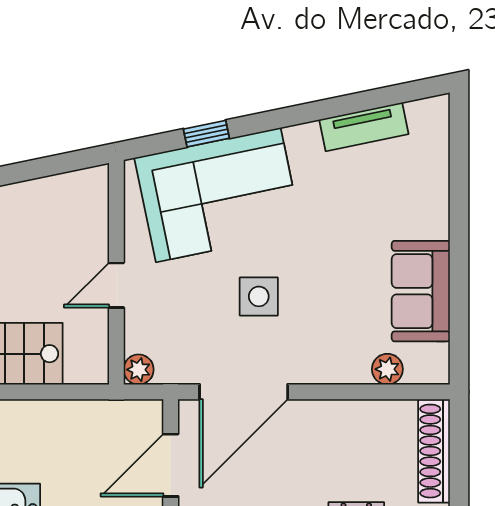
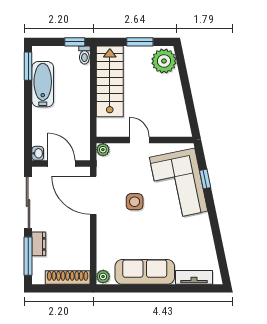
tv unit: (364, 127) -> (194, 277), moved, turned 102
sofa: (421, 291) -> (145, 272), width x1.36
plant: (387, 369) -> (103, 277), moved

